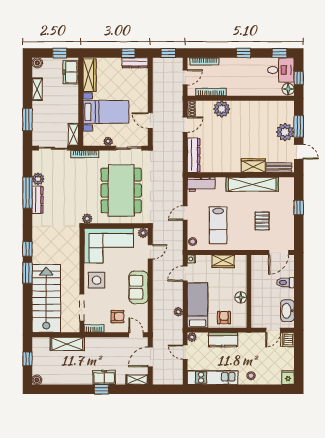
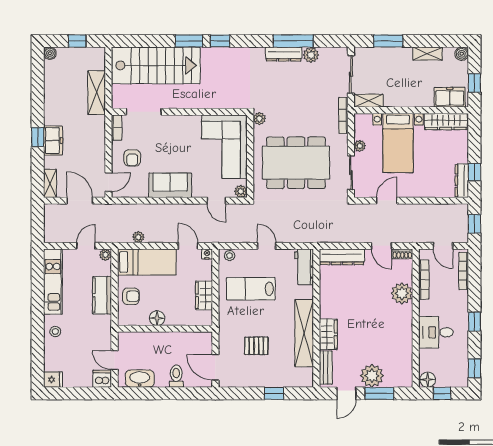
desk: (281, 70) -> (436, 332), moved, turned 90
side table: (97, 280) -> (179, 131), removed

